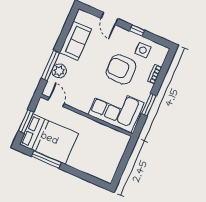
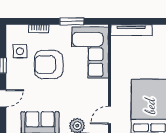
armchair: (121, 69) -> (49, 64), turned 90
tv unit: (119, 152) -> (131, 30), added

